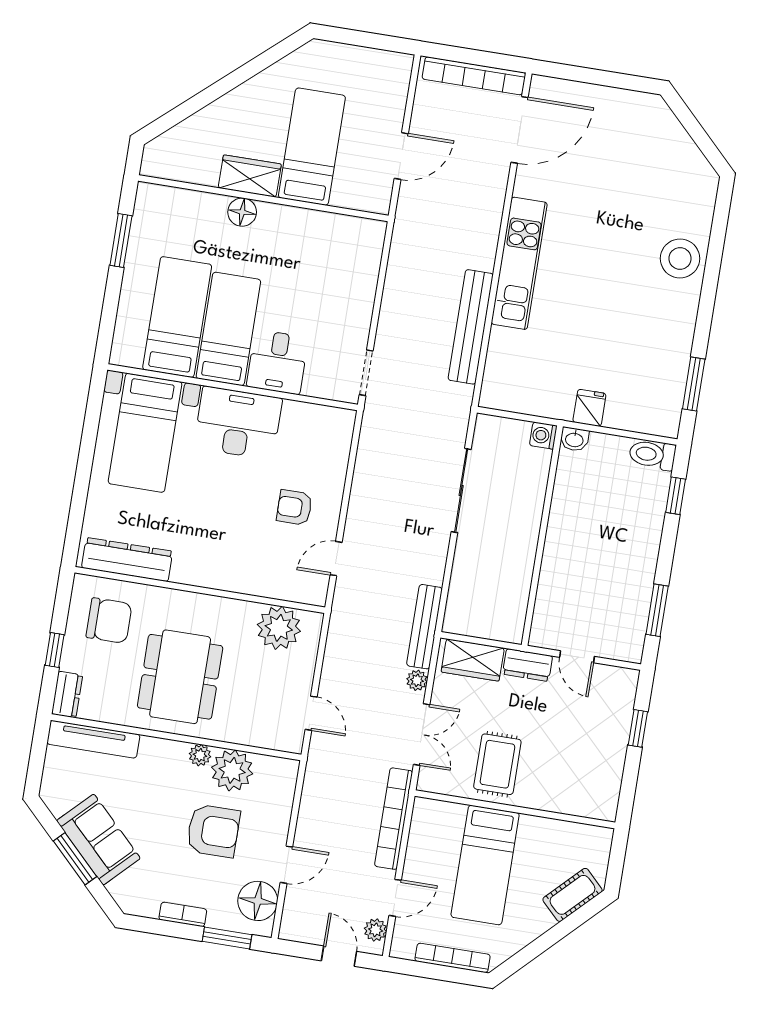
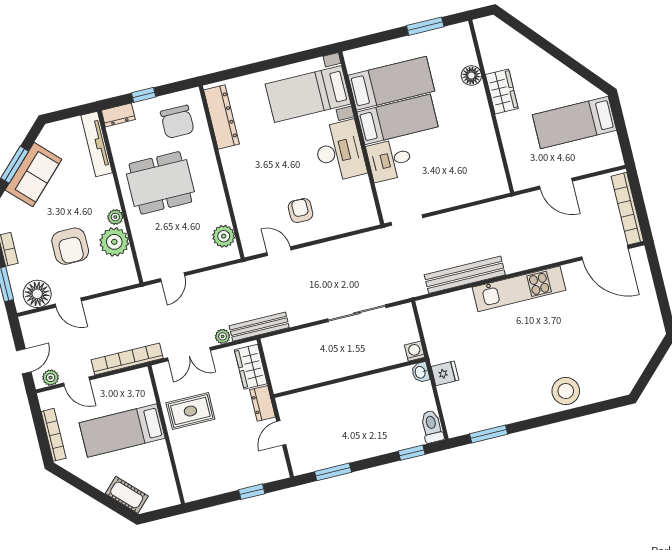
bed: (312, 147) -> (574, 122), moved, turned 180
floor lamp: (242, 212) -> (471, 76), moved
plant: (279, 628) -> (224, 236), width x0.73, depth x0.73

